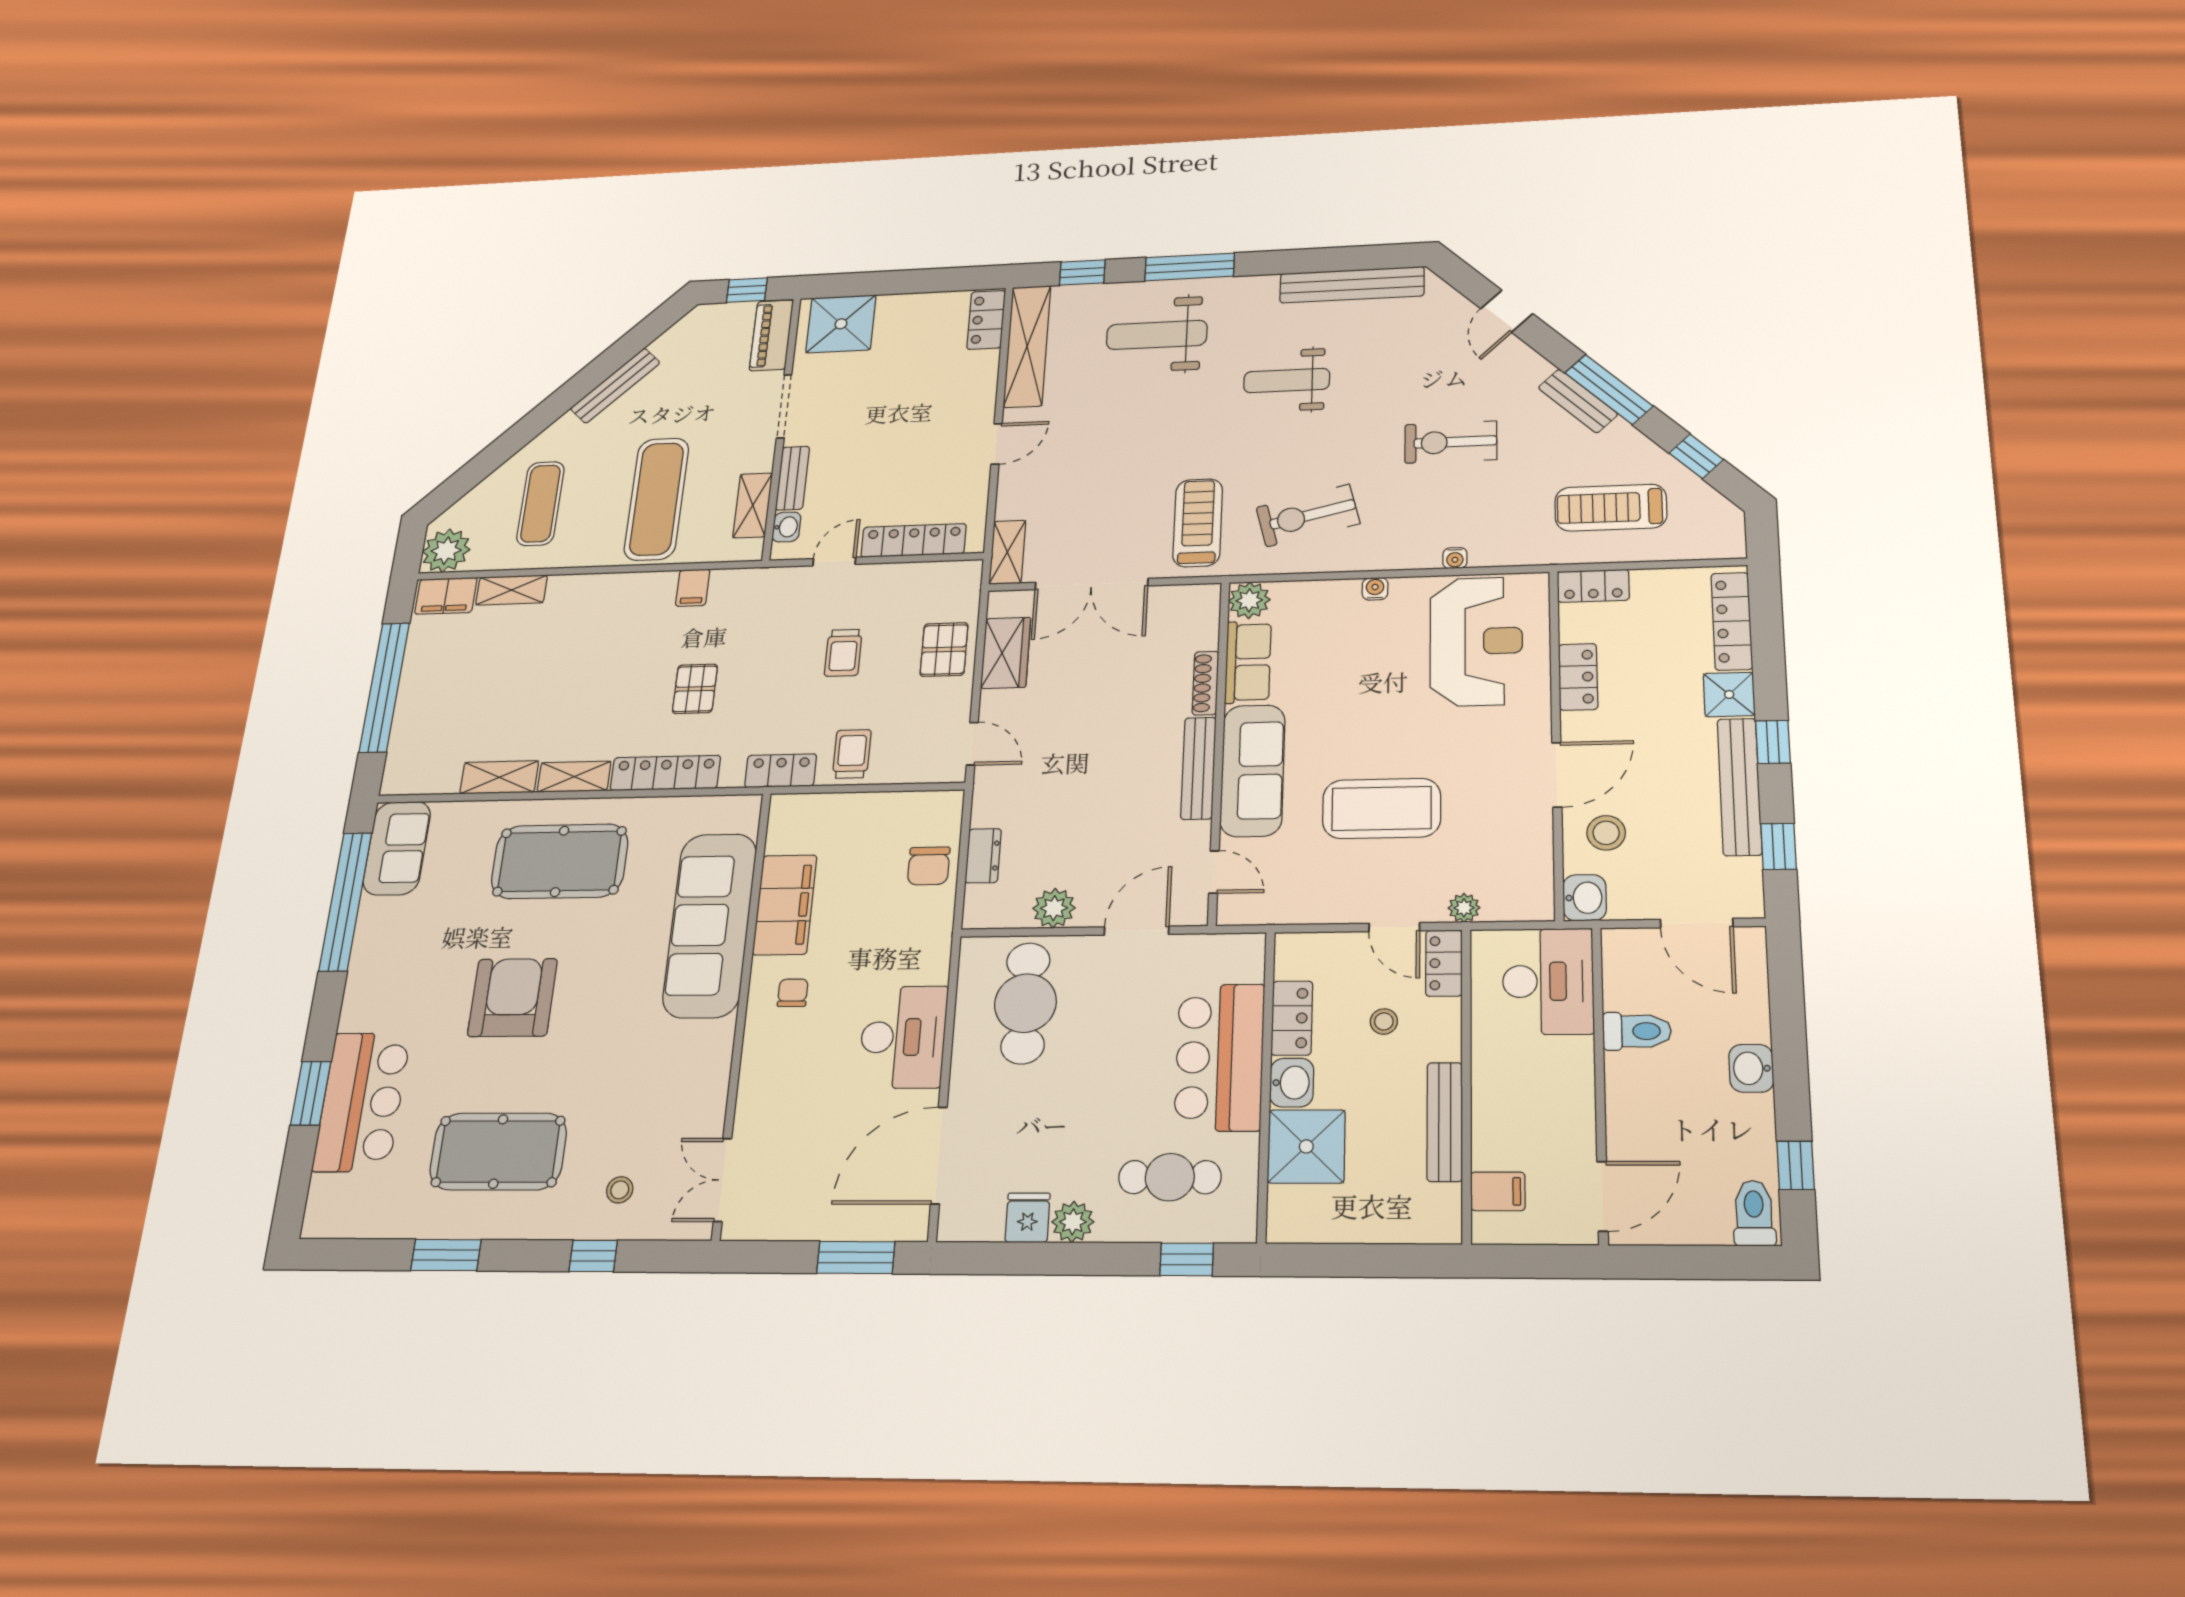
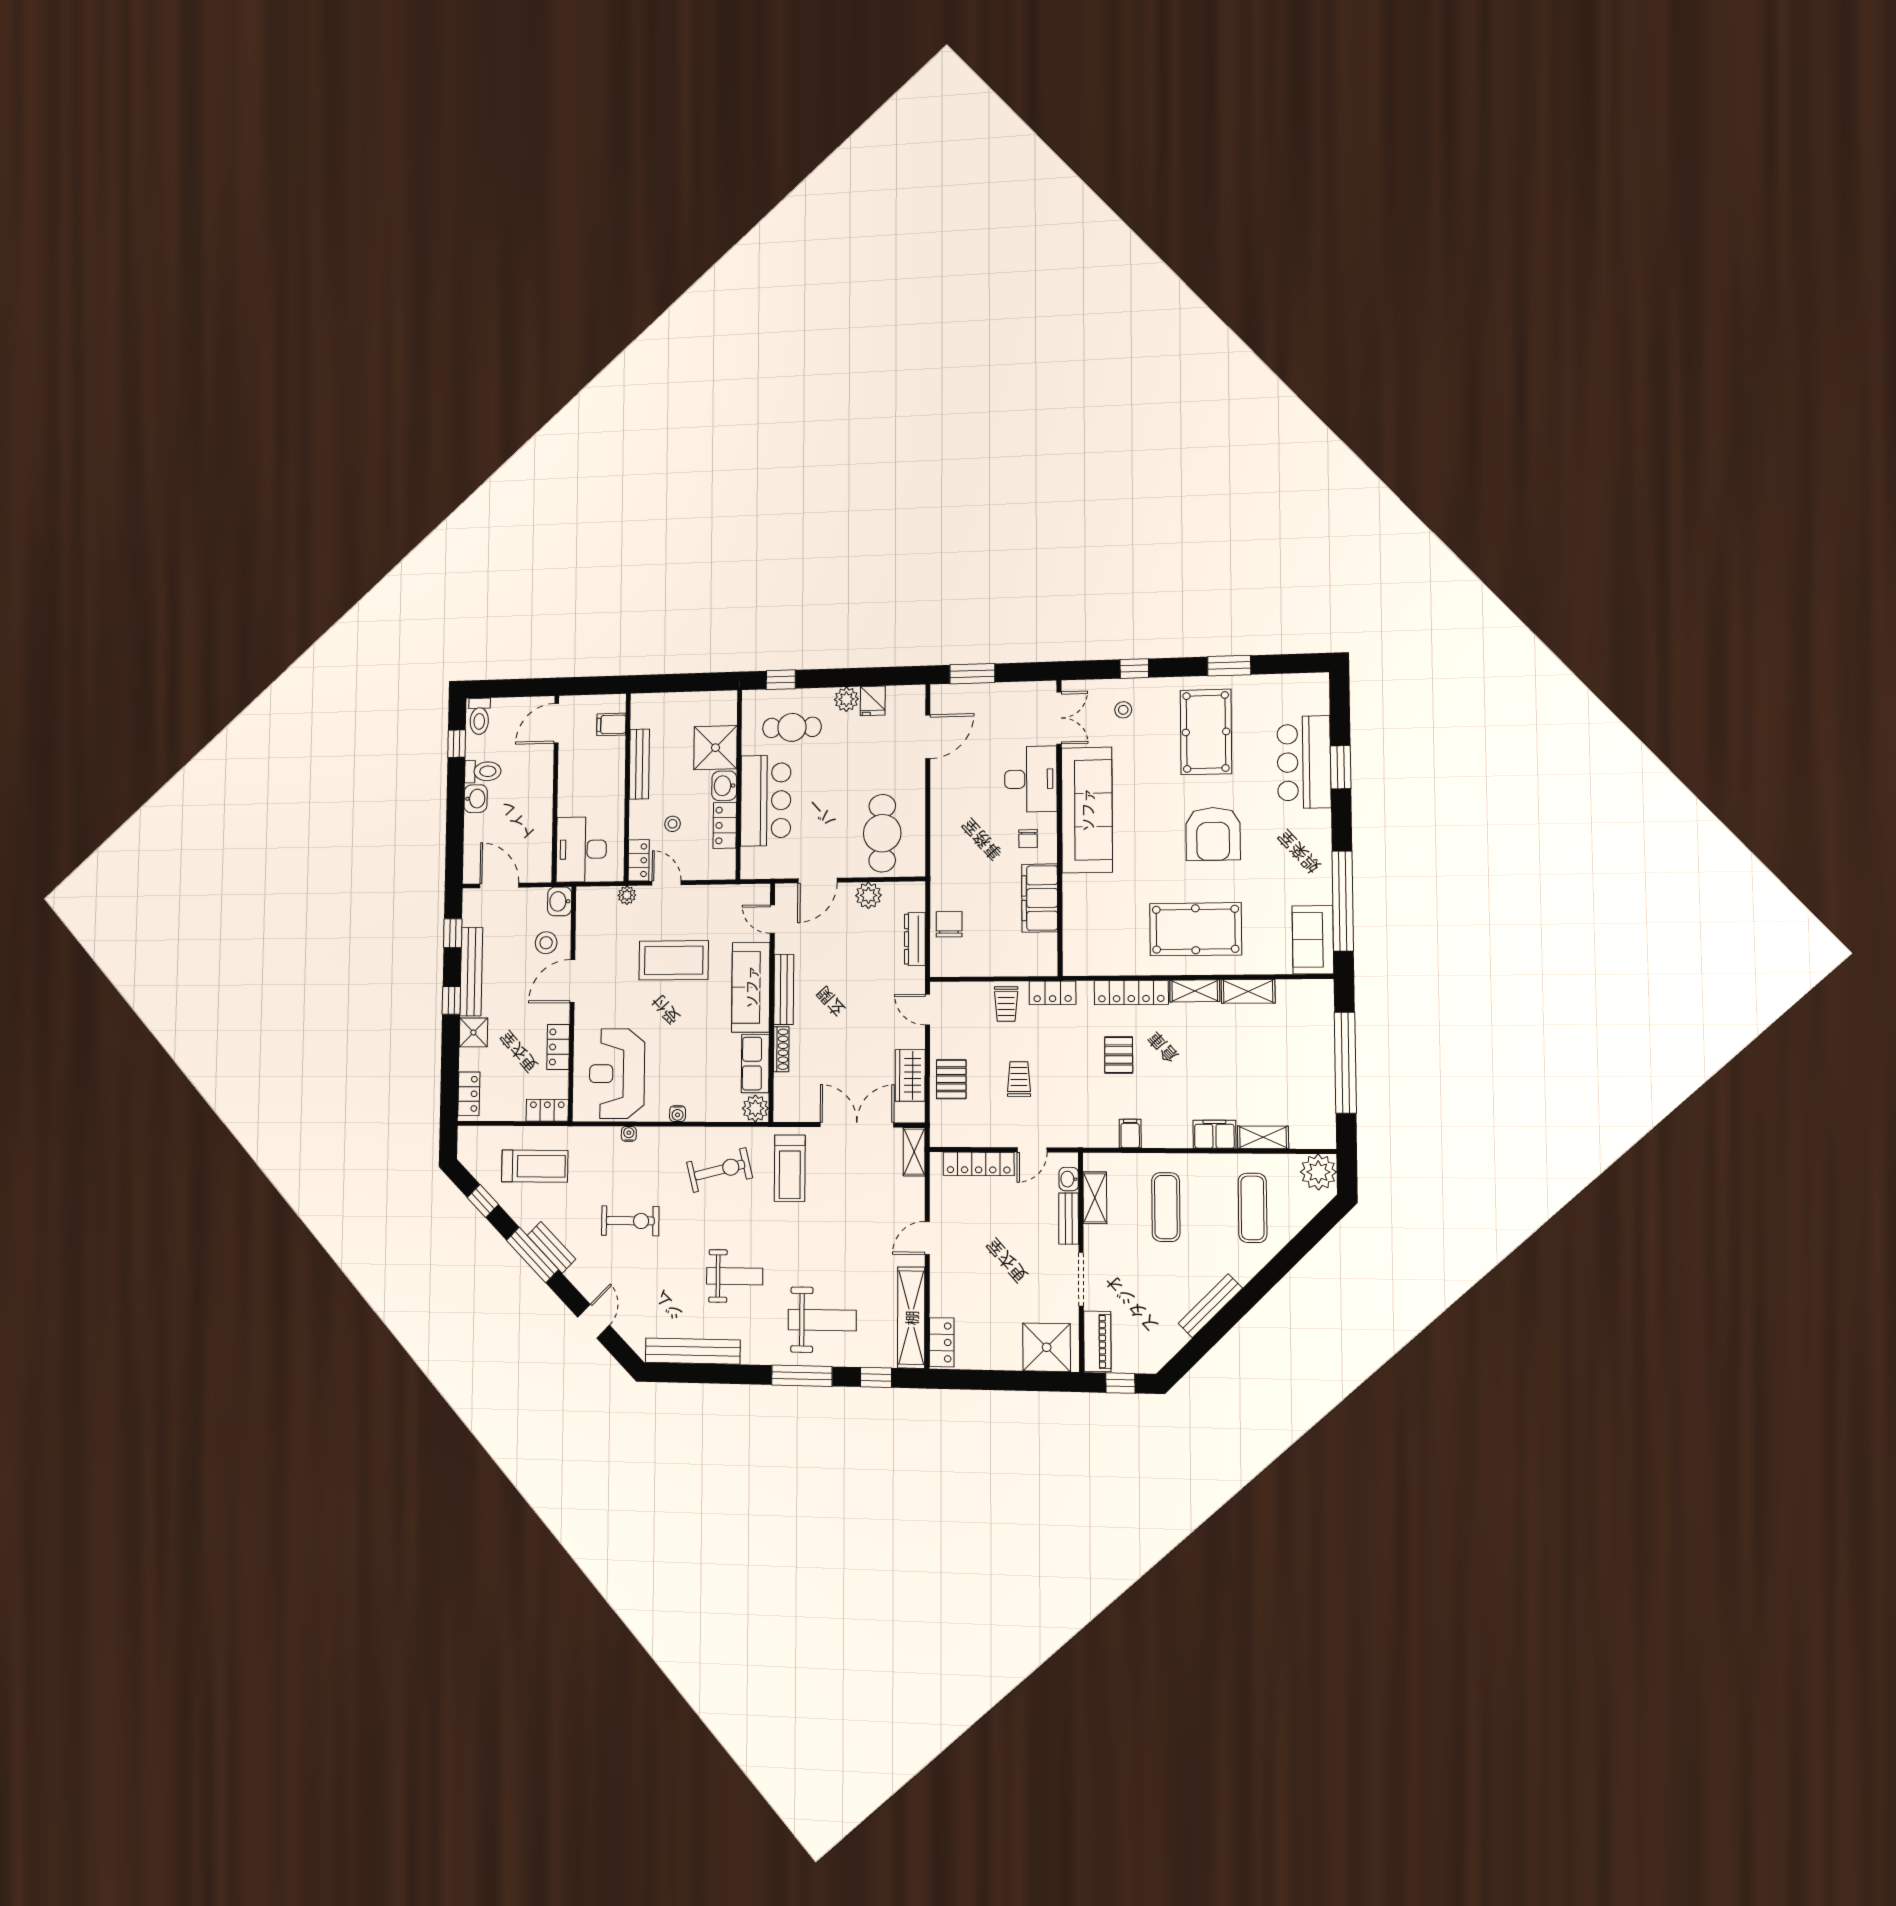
exercise mat: (657, 499) -> (1166, 1207), width x0.73, depth x0.69
filing cabinet: (446, 596) -> (1214, 1134), moved
locker: (1732, 621) -> (469, 1094), width x0.66
dresser: (983, 856) -> (915, 939), width x1.44
sofa: (710, 925) -> (1087, 810), moved
toilet: (1637, 1031) -> (483, 771), moved, turned 180
desk: (903, 1037) -> (1031, 779), moved, turned 180
pool table: (498, 1151) -> (1206, 732), turned 90
door: (939, 1155) -> (928, 737), width x0.73

